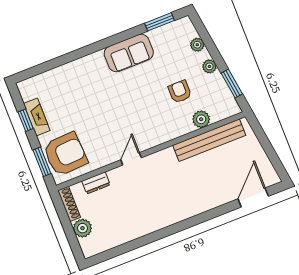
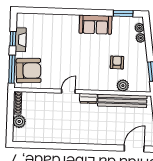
plant: (209, 66) -> (139, 28), moved
window: (42, 162) -> (12, 69), width x1.44
dresser: (96, 183) -> (88, 99), moved

